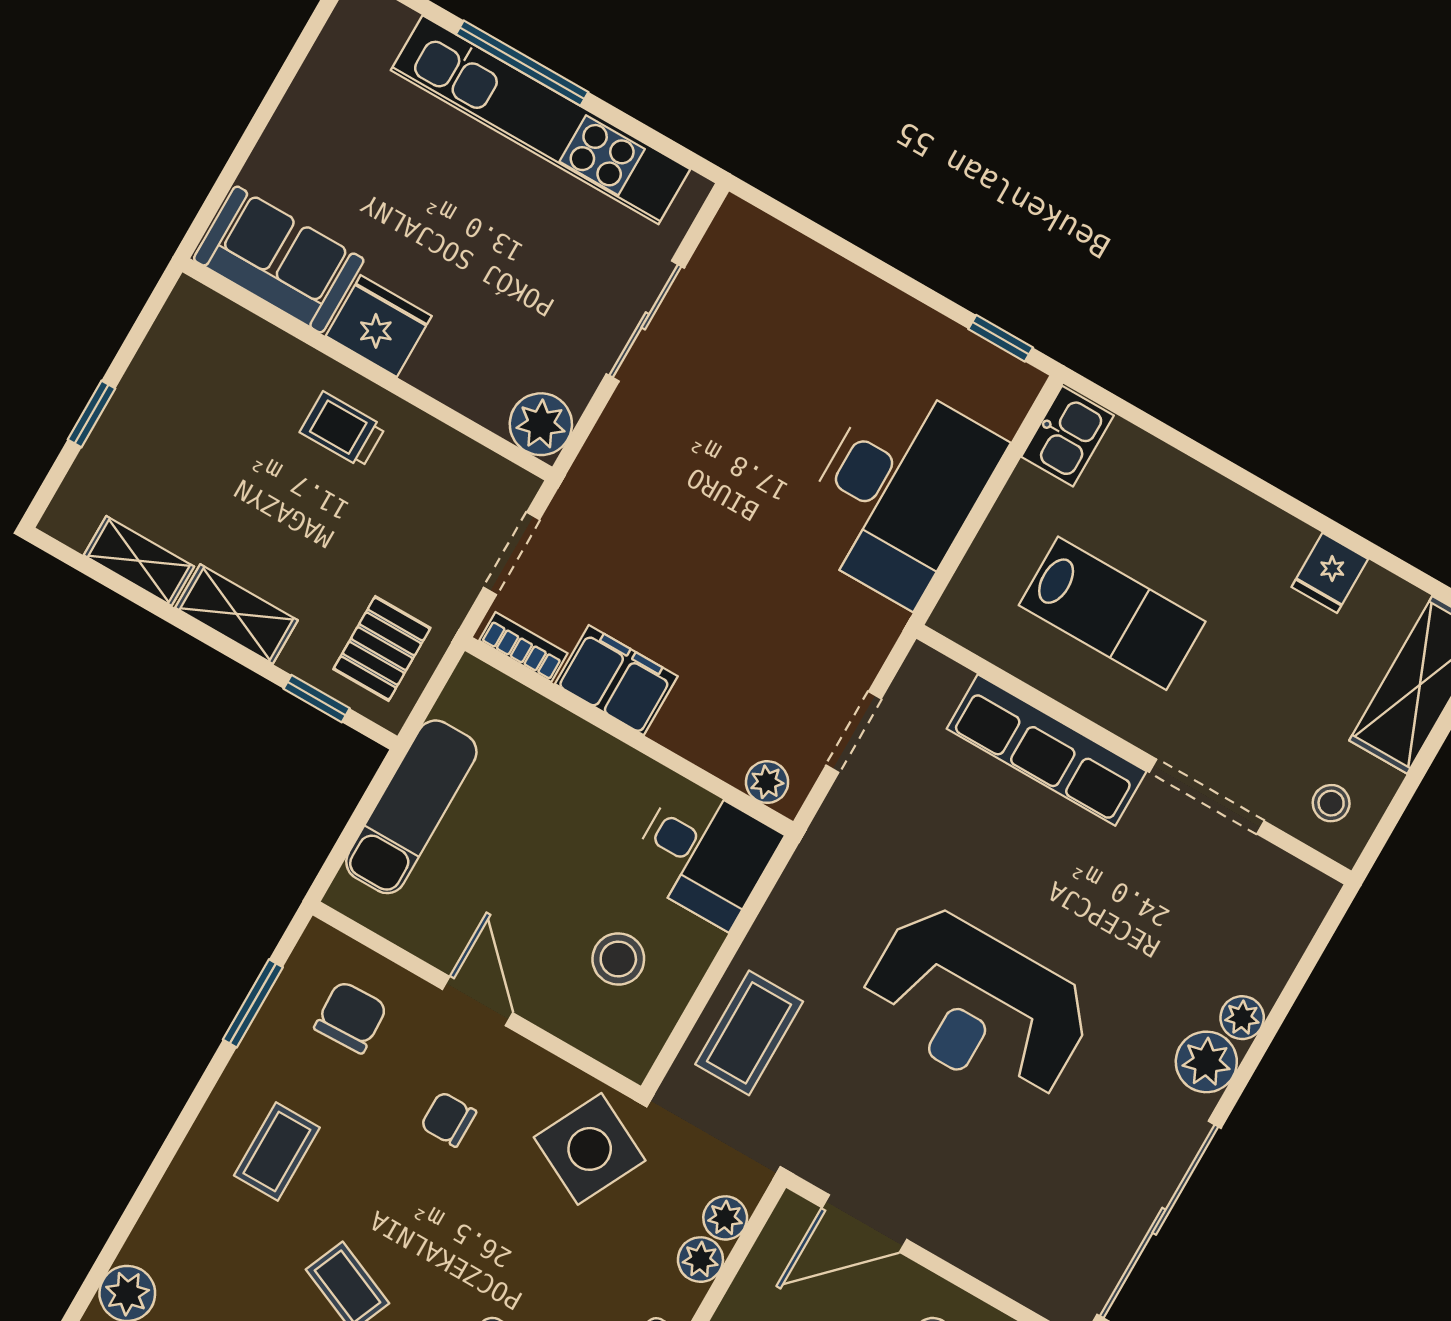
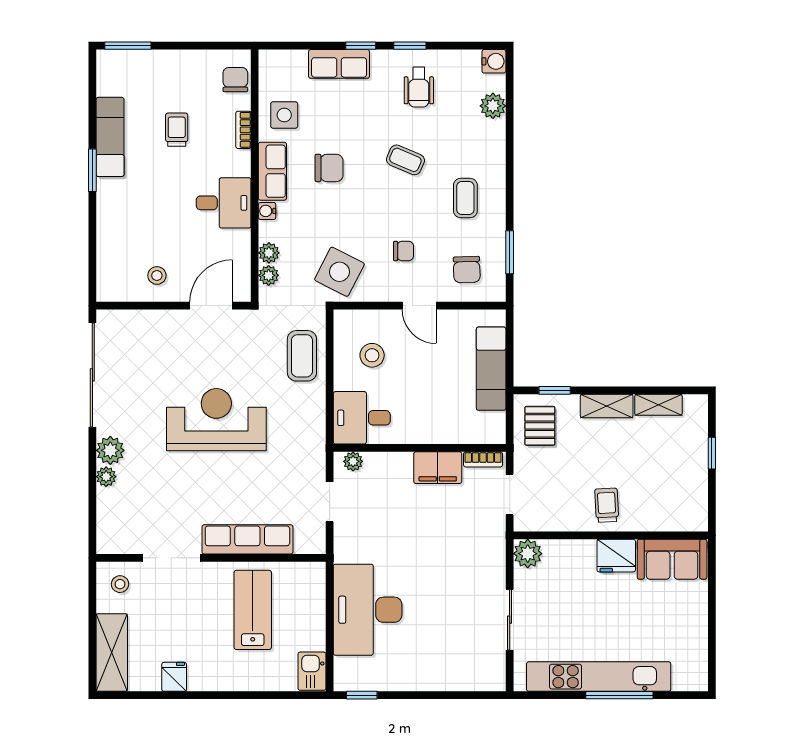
trolley: (343, 430) -> (607, 505), turned -93
lab bench: (1112, 613) -> (253, 610), turned 90

